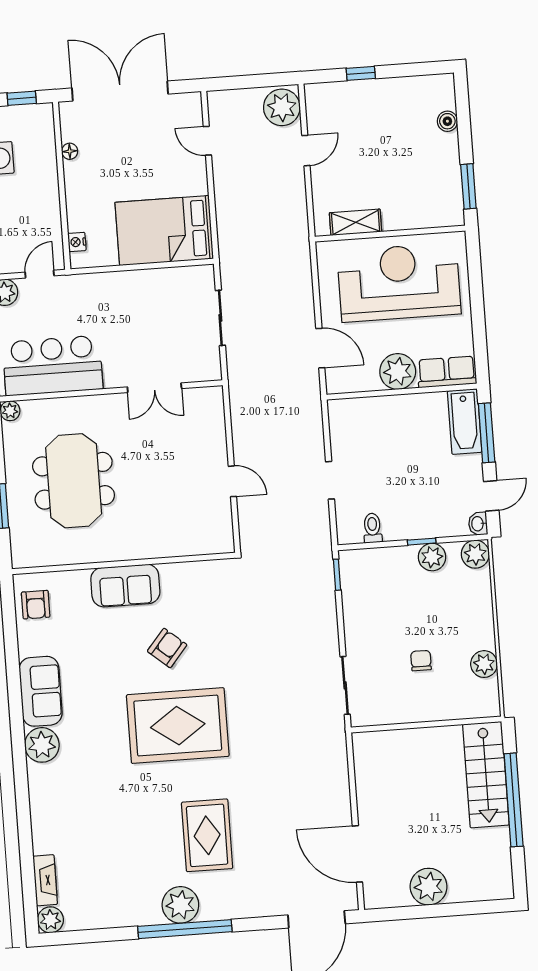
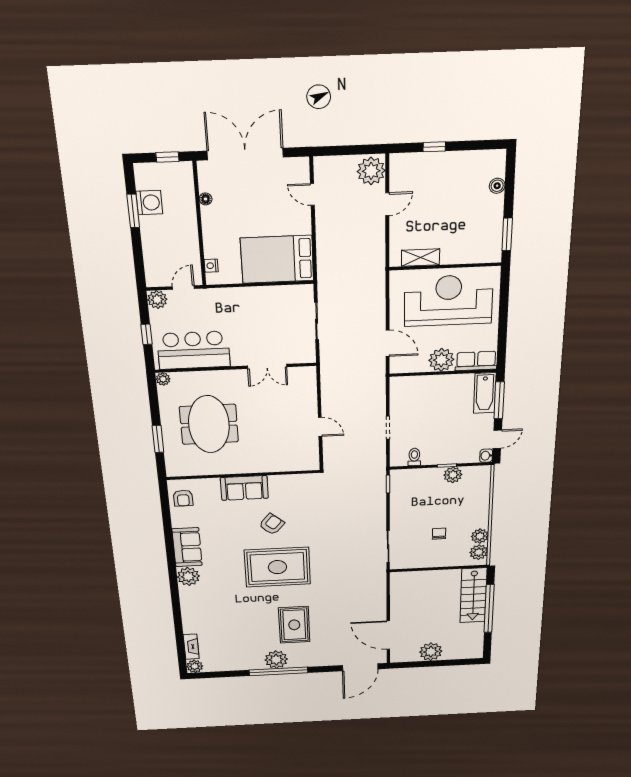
plant: (475, 554) -> (479, 552), moved

